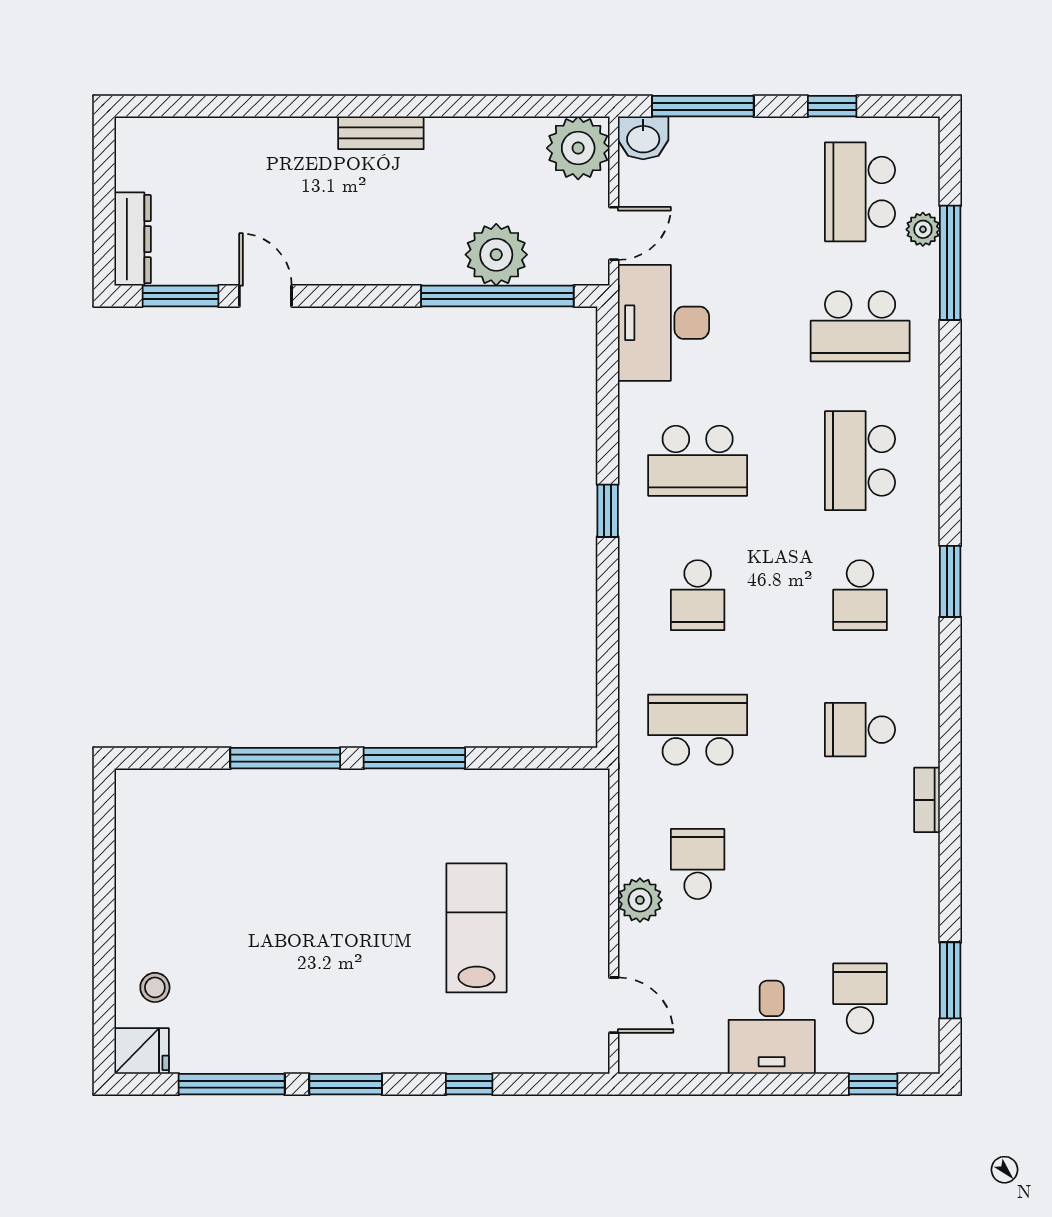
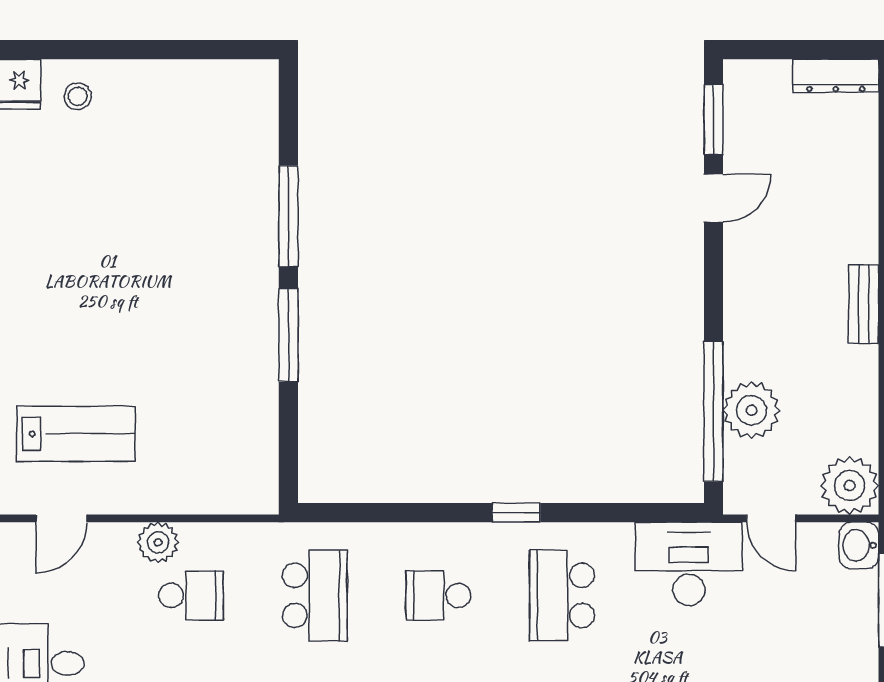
dresser: (133, 239) -> (836, 76), moved
lab bench: (476, 928) -> (76, 434), moved

